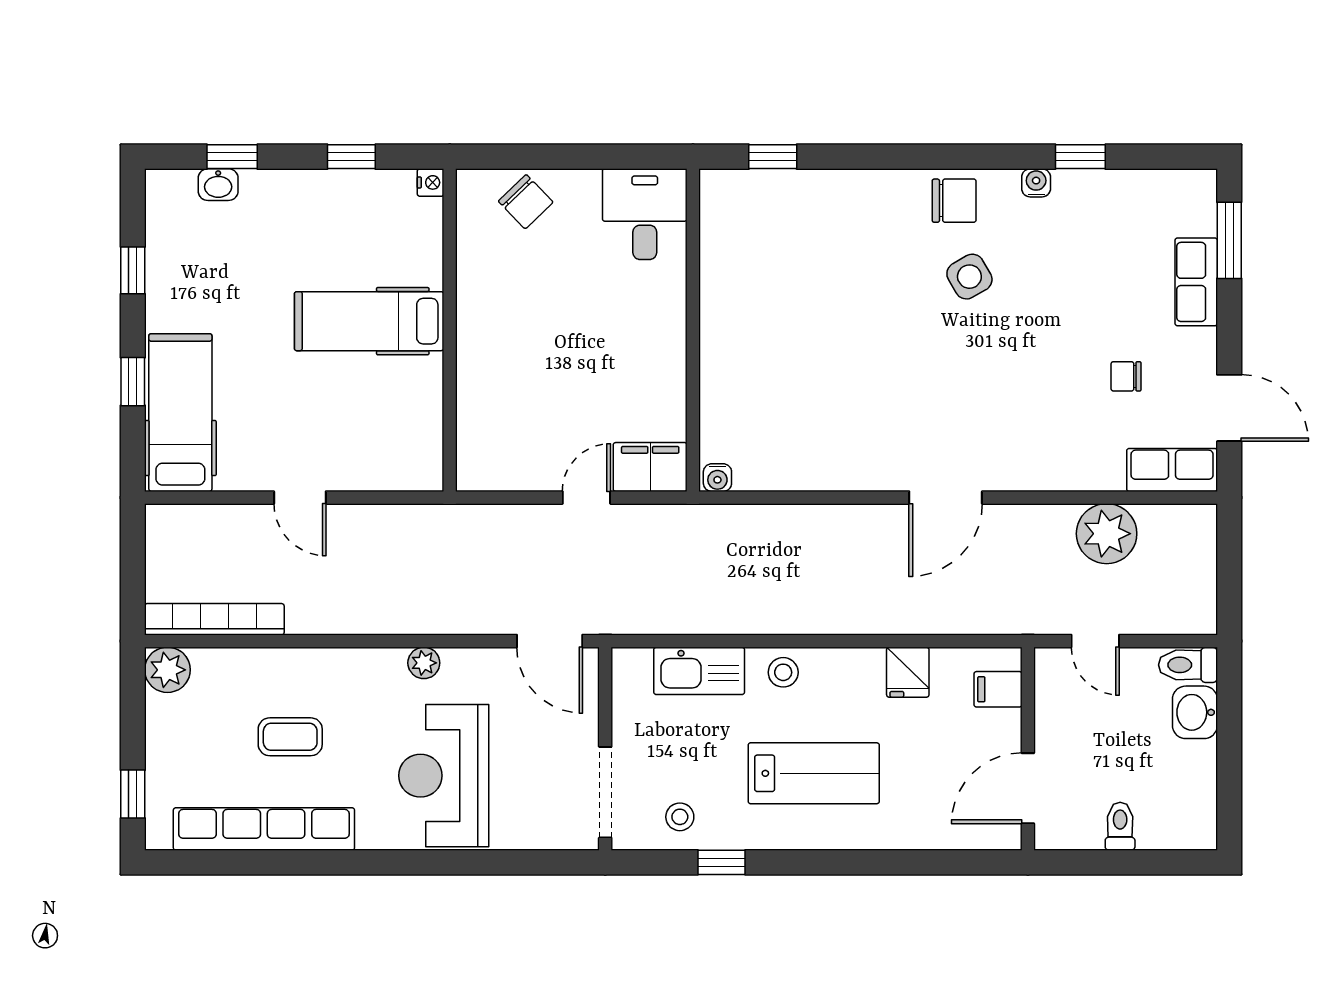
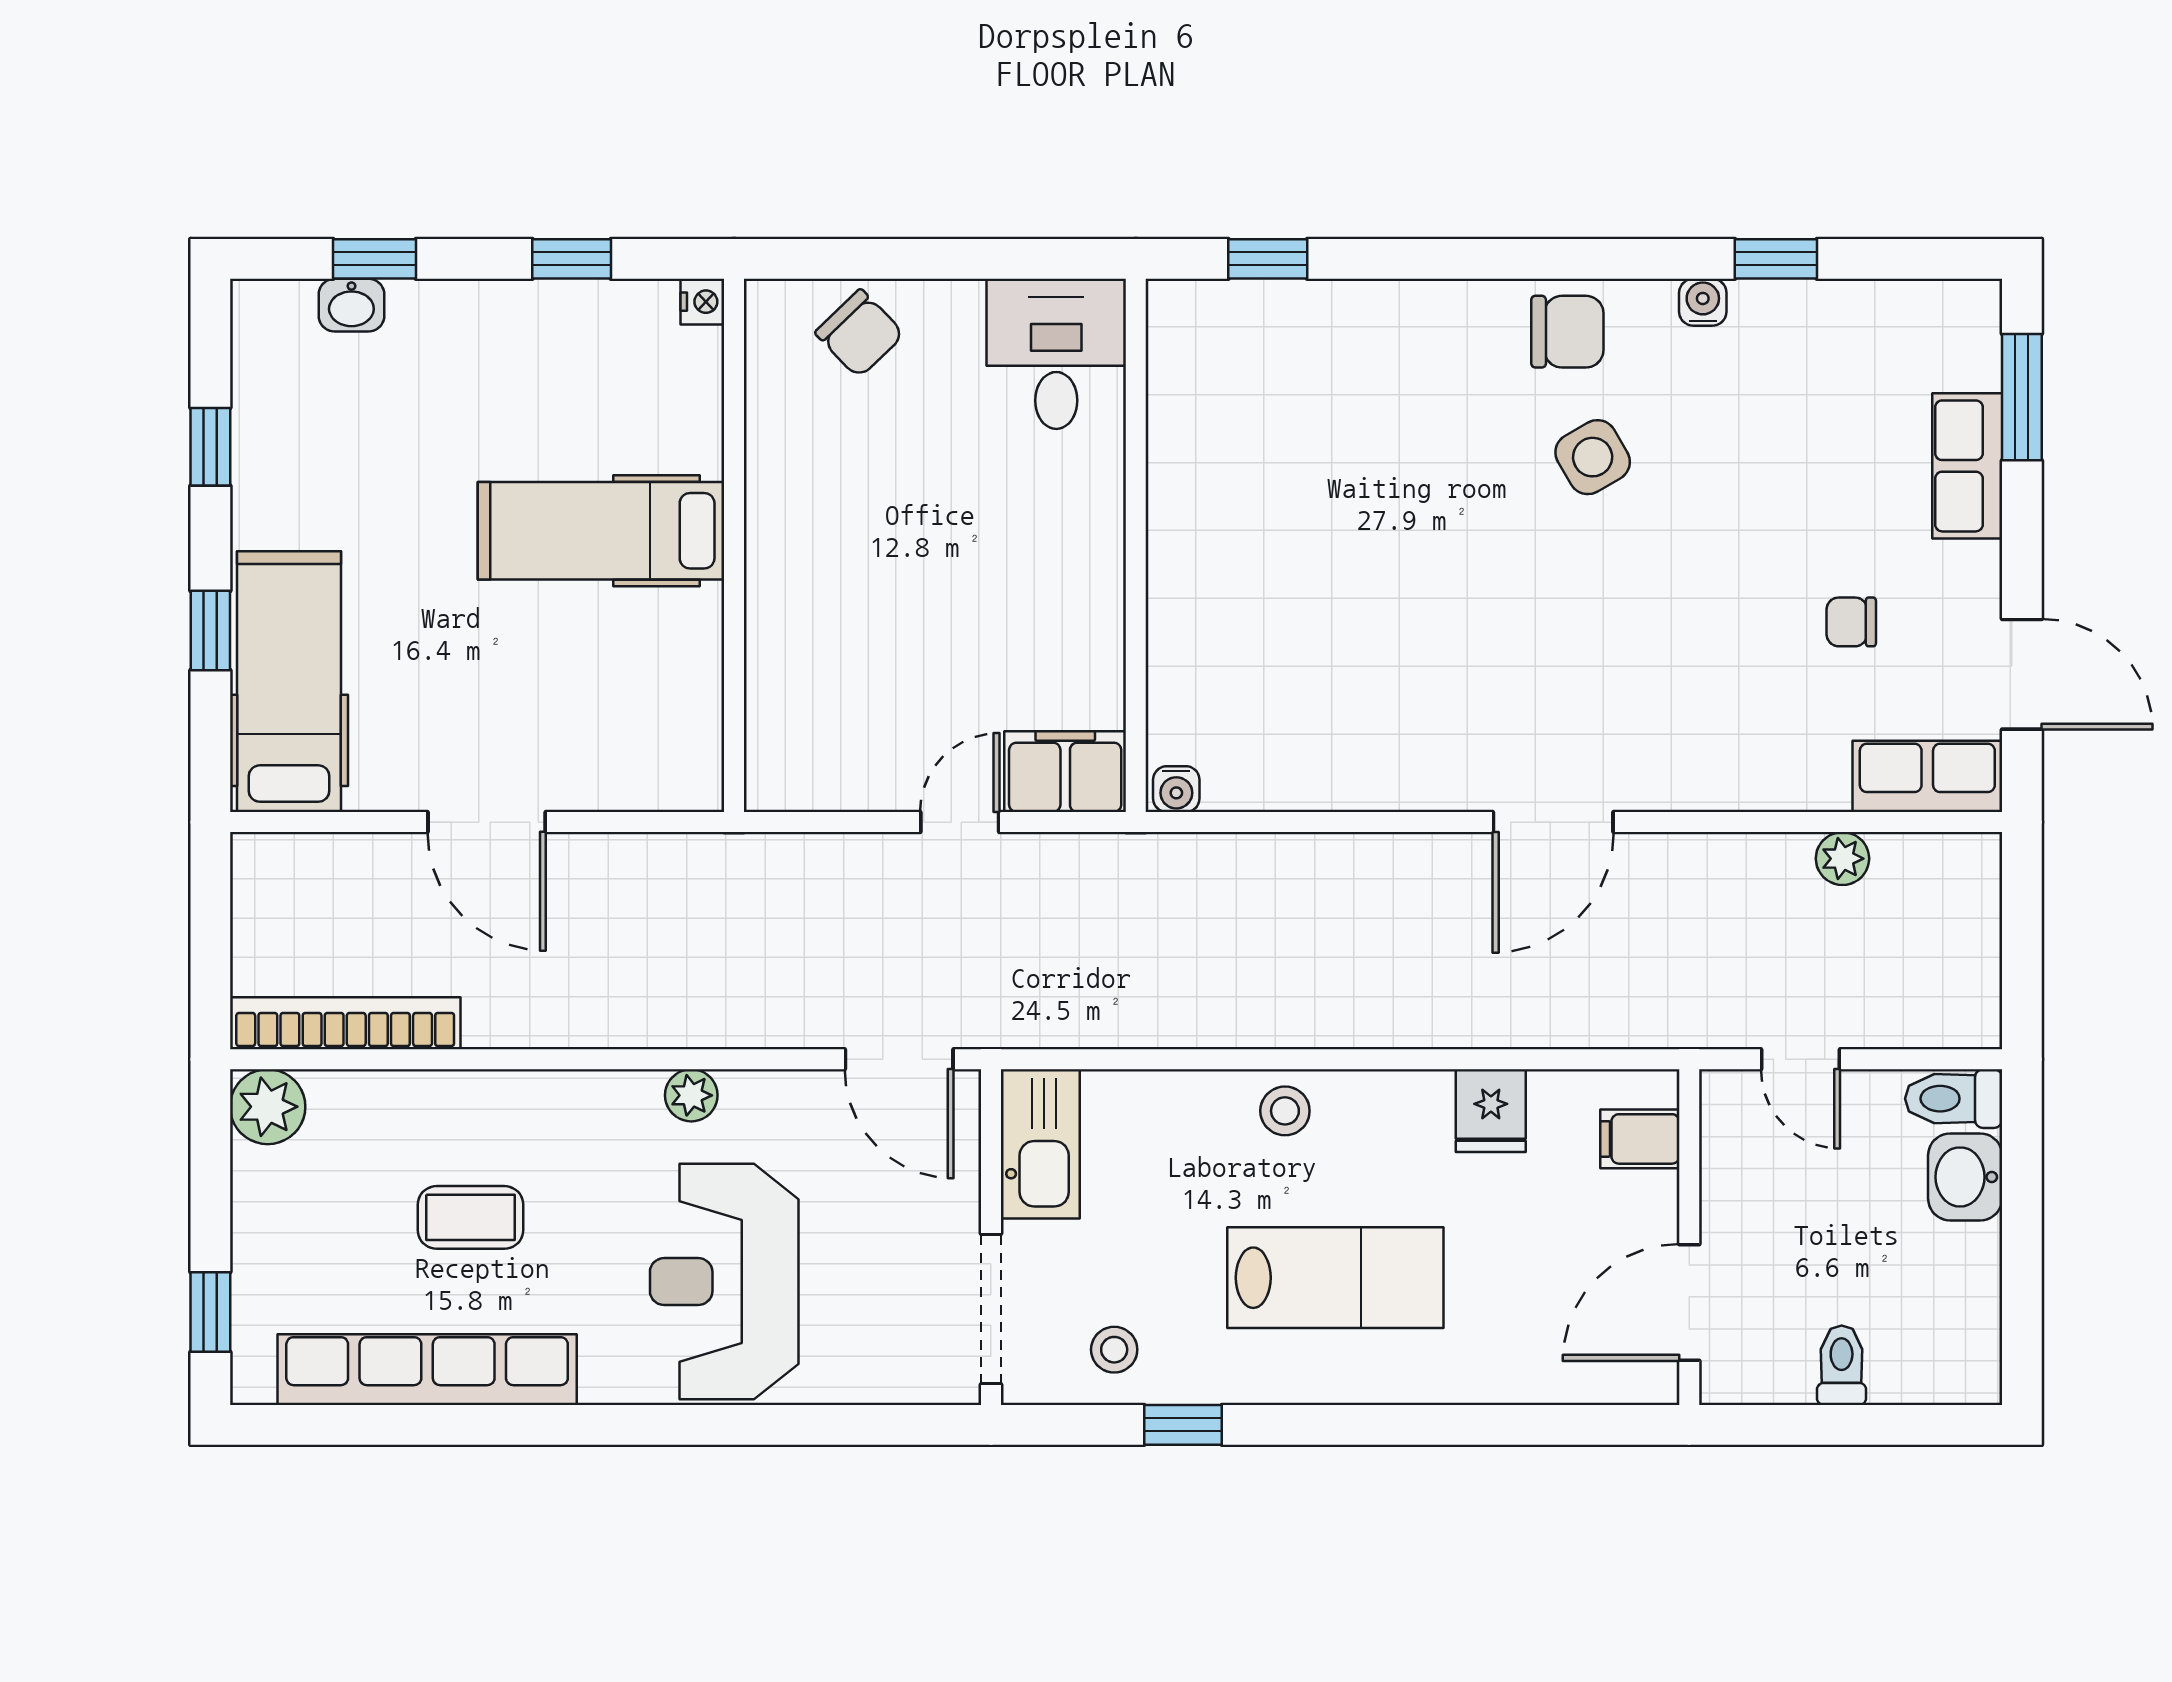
door: (300, 498) -> (487, 822), width x1.38
plant: (1107, 534) -> (1842, 859), width x0.53, depth x0.53
kitchen sink: (699, 671) -> (1040, 1144), moved, turned -90

